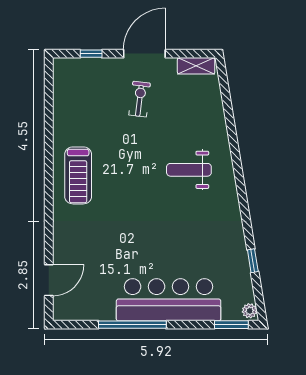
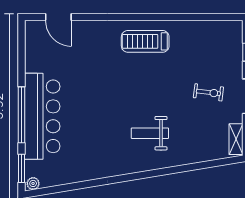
weight bench: (189, 170) -> (150, 133), turned -90
window: (253, 261) -> (75, 186), removed
window: (132, 325) -> (22, 115), moved

